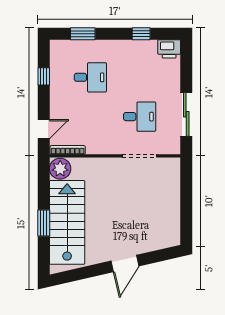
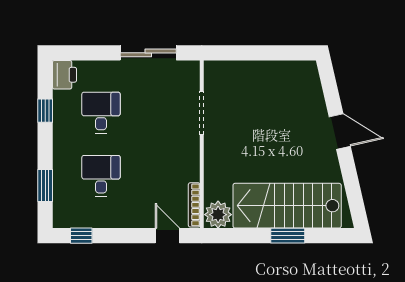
window: (44, 76) -> (81, 236), moved
desk: (140, 117) -> (101, 113), moved

